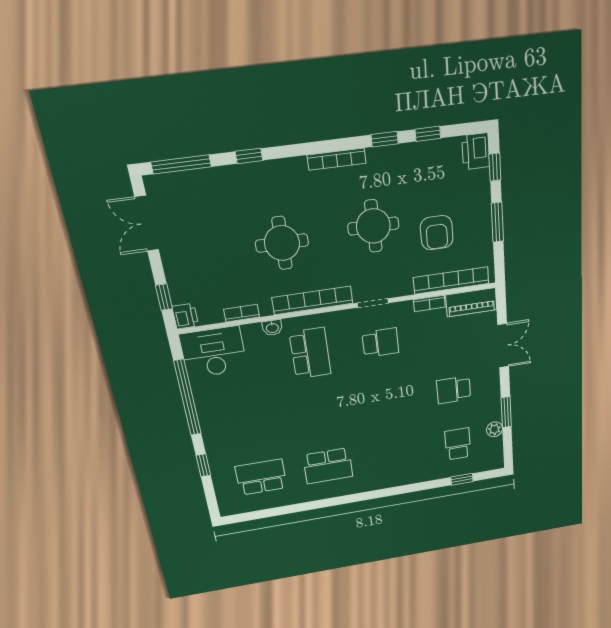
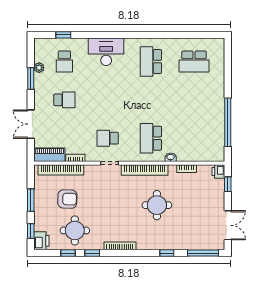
round table: (373, 226) -> (75, 230), moved
armchair: (437, 233) -> (67, 199), turned 92
desk: (213, 352) -> (106, 52), moved, turned 180
window: (203, 465) -> (228, 76), removed
school desk: (328, 466) -> (151, 62), turned -90

